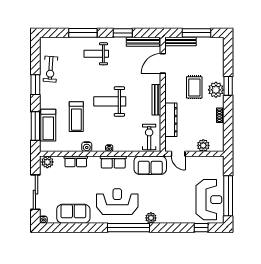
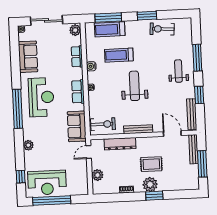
plant: (151, 218) -> (28, 145), moved

